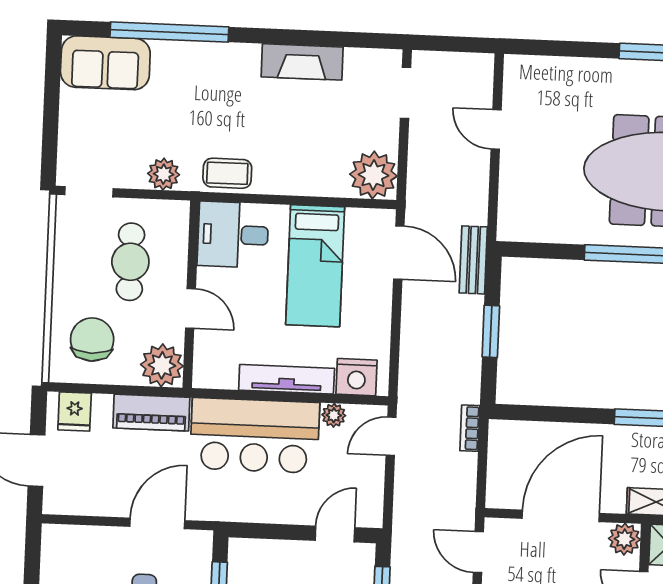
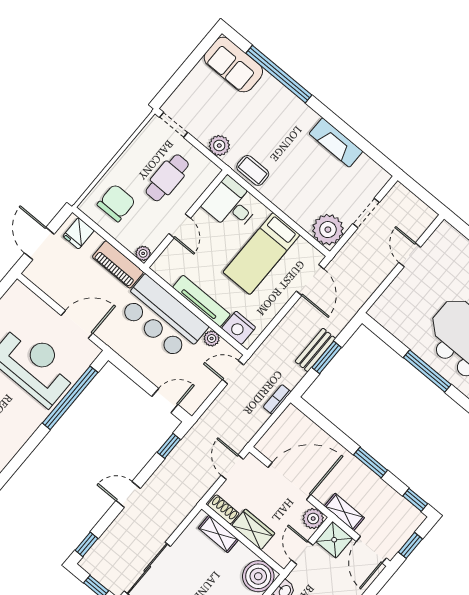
doorway: (405, 93) -> (366, 213), moved
bench: (473, 260) -> (315, 350), moved
plant: (162, 365) -> (143, 253), width x0.53, depth x0.53

